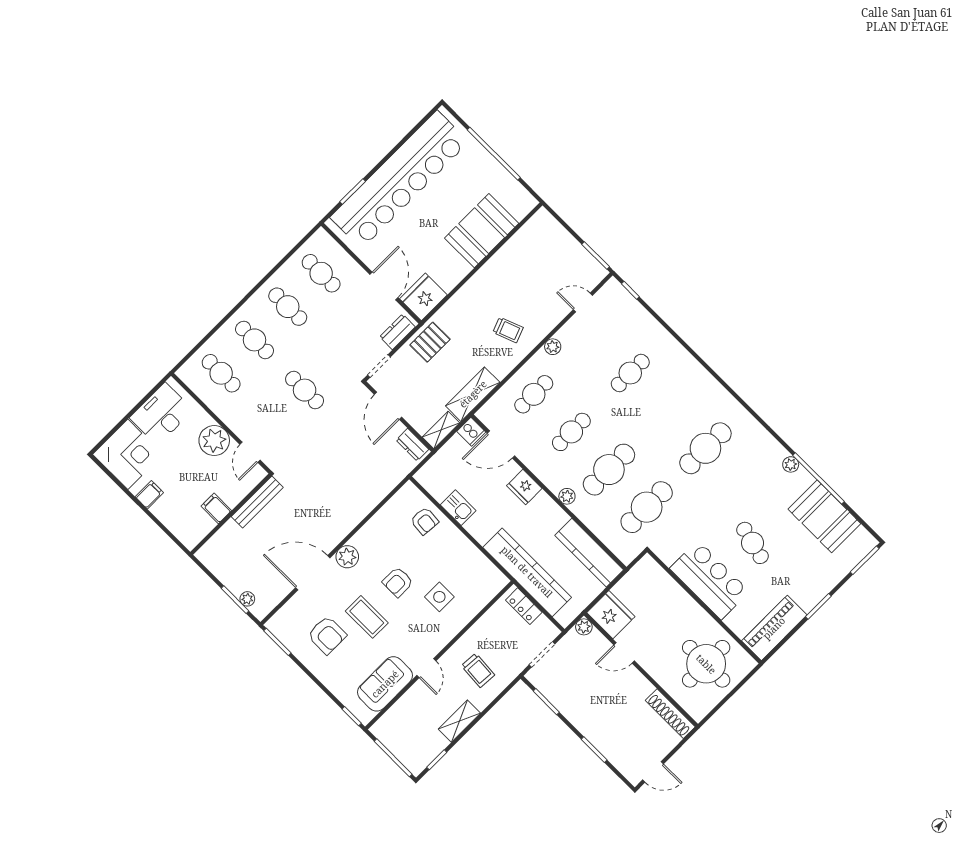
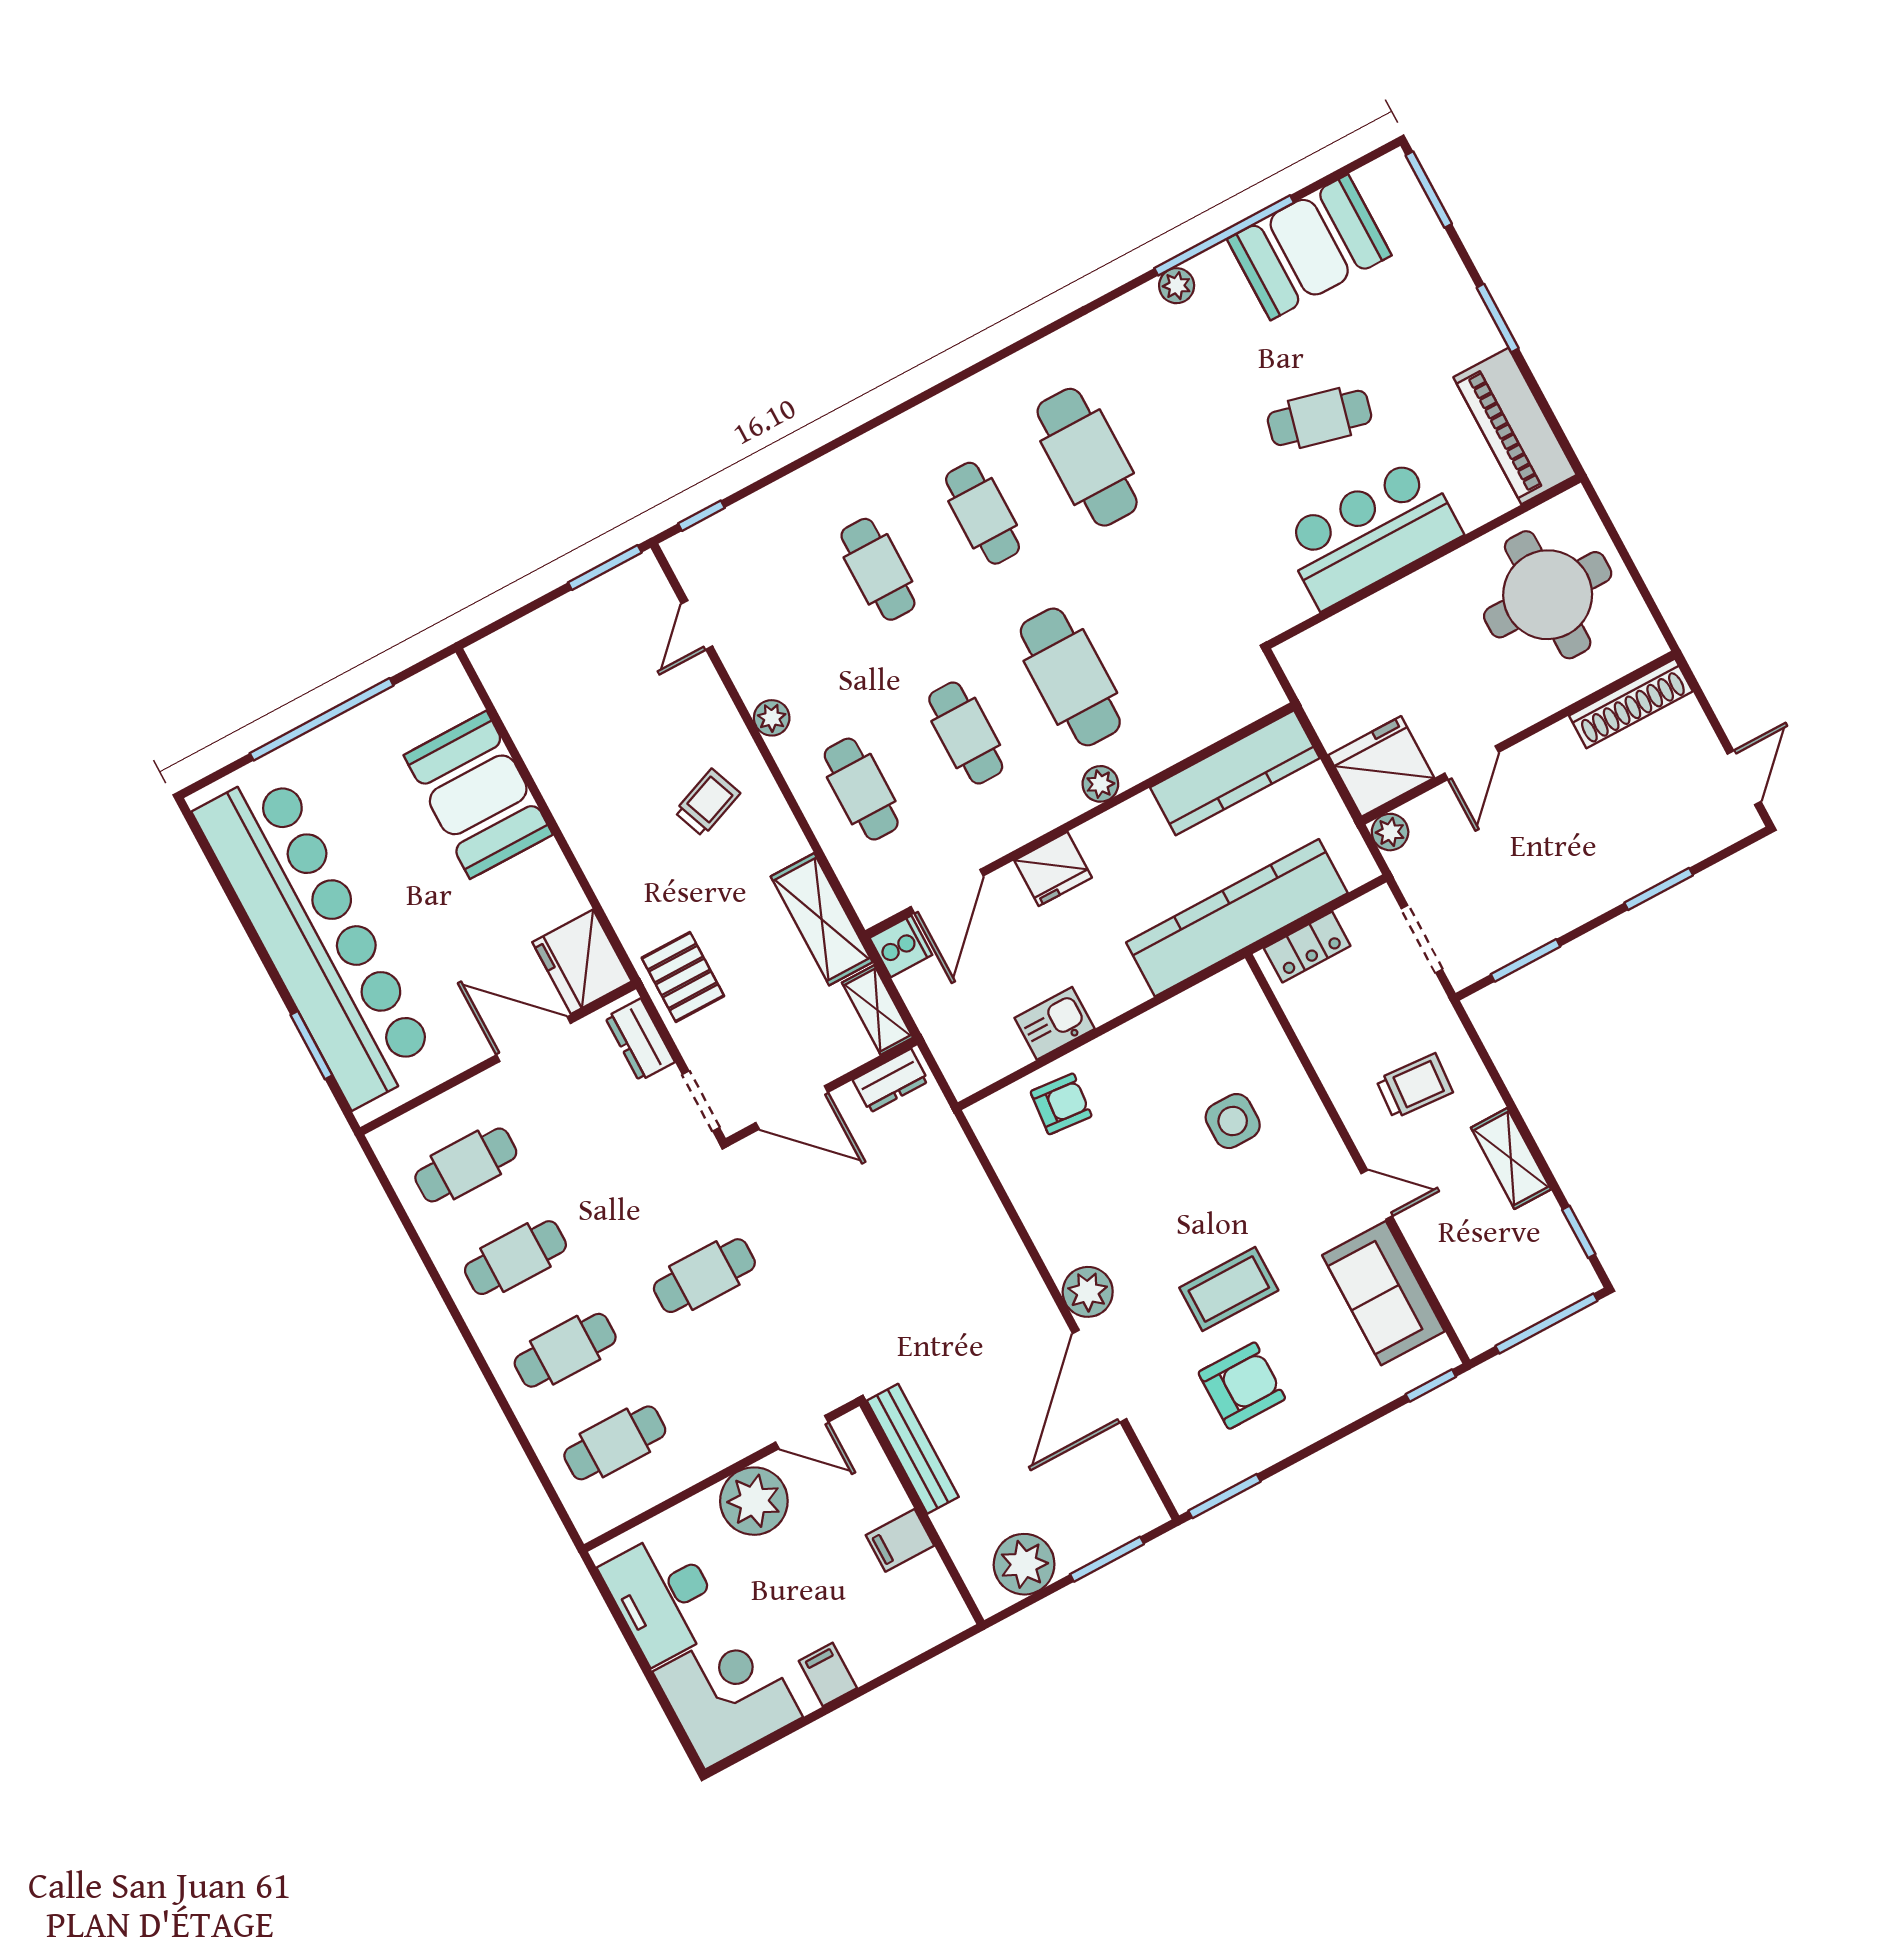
cafe table: (647, 507) -> (983, 513), moved, width x0.73, depth x0.74
armchair: (398, 582) -> (1174, 1200), removed
plant: (247, 599) -> (1024, 1564), moved, width x1.87, depth x1.87

